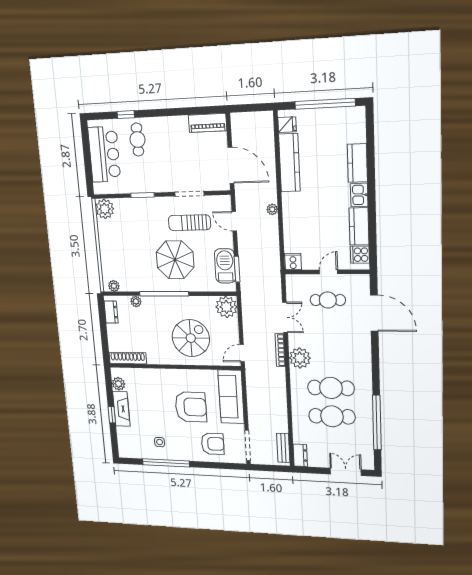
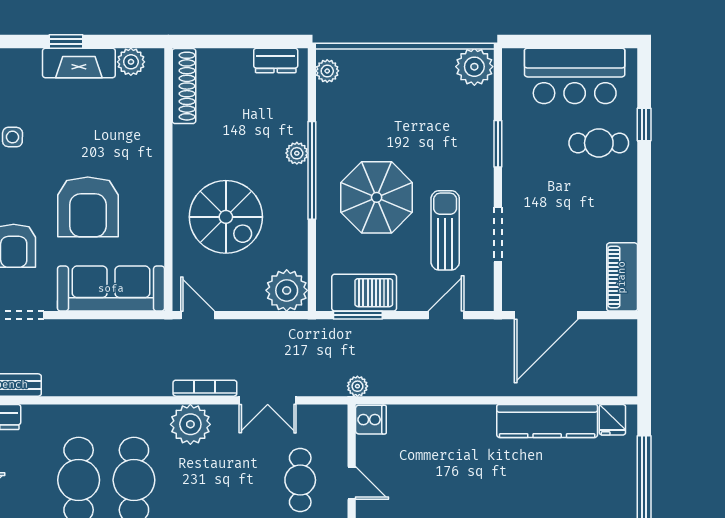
plant: (272, 209) -> (357, 386), moved
plant: (136, 301) -> (297, 153), moved

